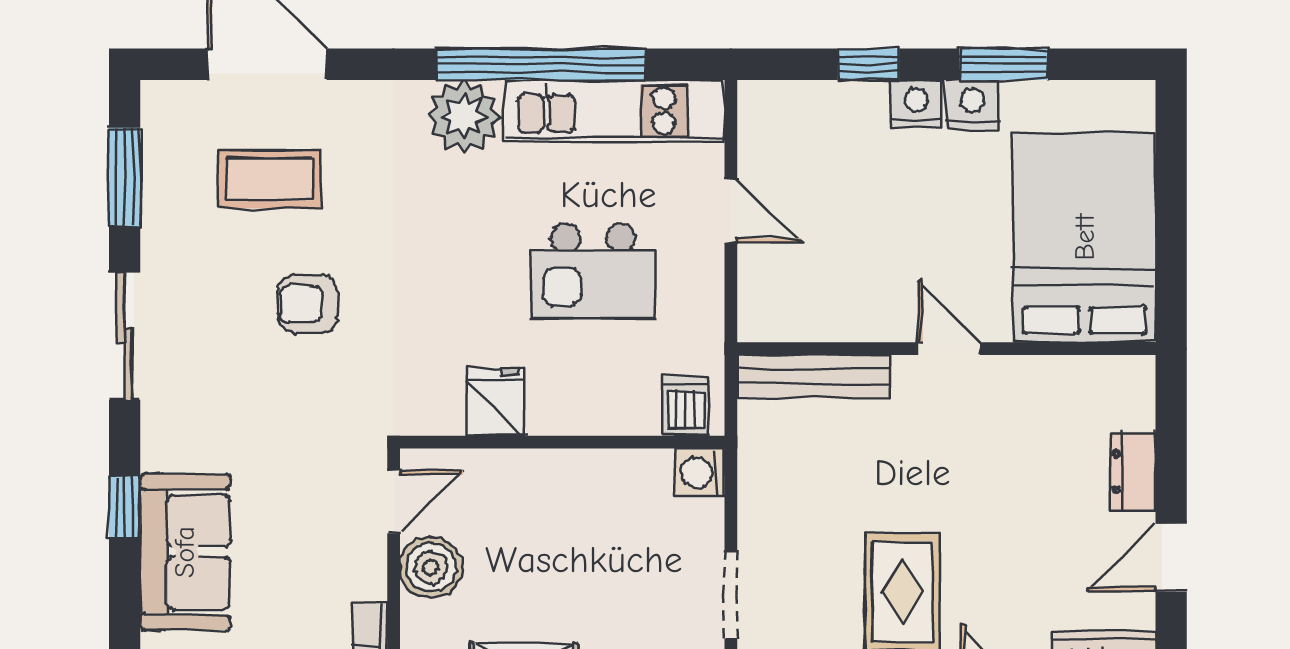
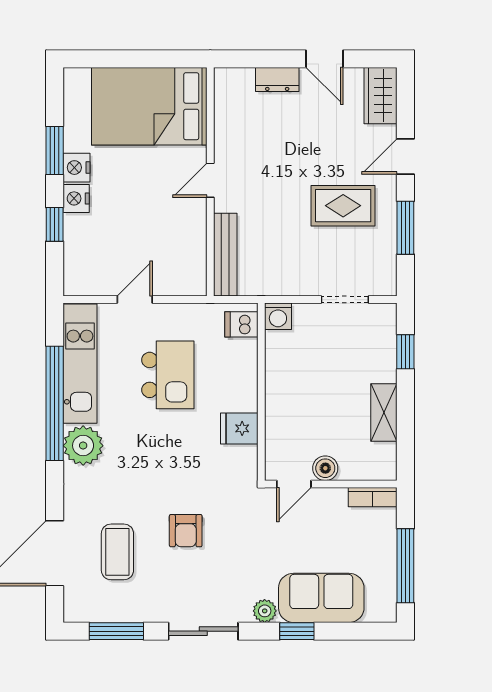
plant: (162, 448) -> (265, 611), added
door: (394, 502) -> (294, 484), swing flipped
boiler: (431, 567) -> (325, 468), width x0.73, depth x0.73

